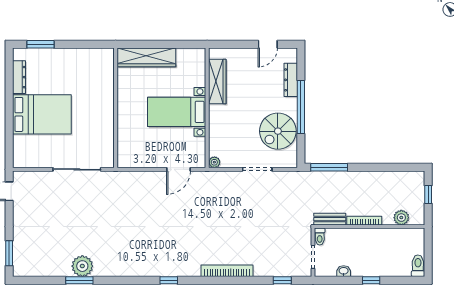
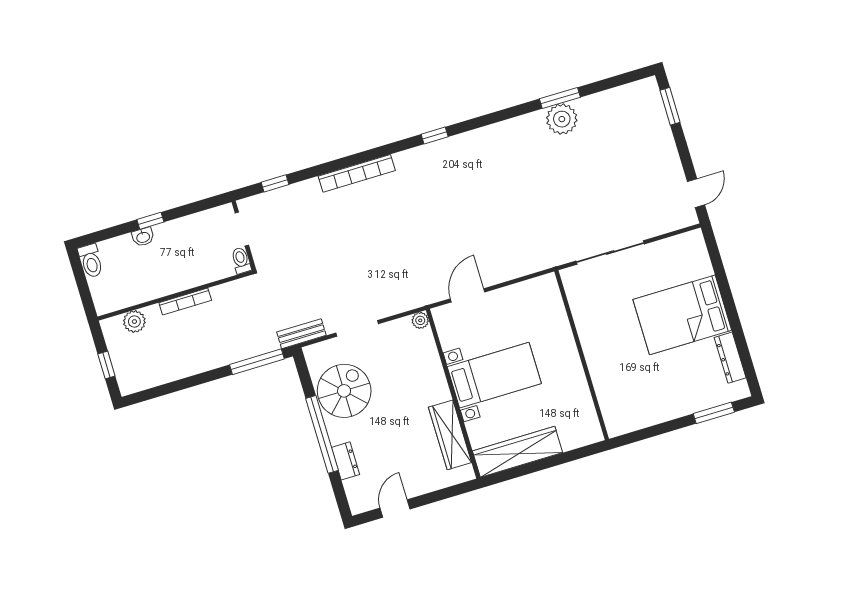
wardrobe: (146, 57) -> (518, 452), moved
dresser: (291, 80) -> (346, 461), width x0.70
bench: (330, 219) -> (301, 334), moved
washbasin: (344, 271) -> (143, 237), moved

